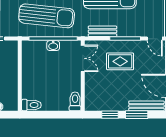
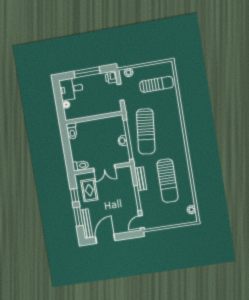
double door: (83, 58) -> (104, 168), moved
rug: (120, 61) -> (89, 190), moved

